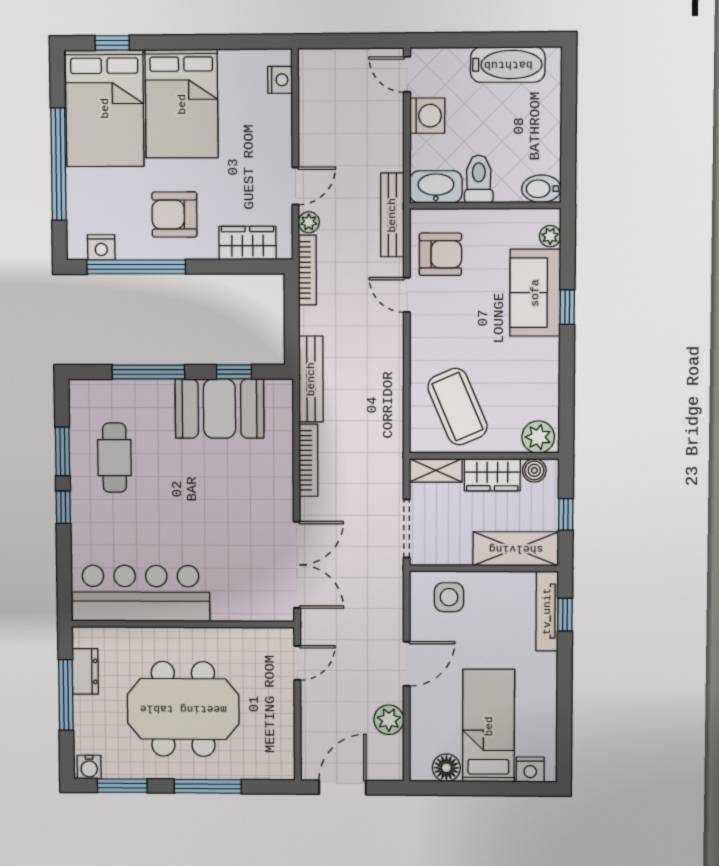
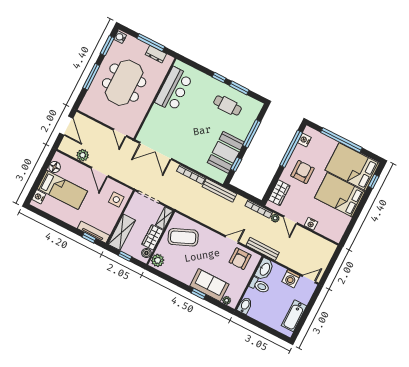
nightstand: (280, 80) -> (311, 224), moved
bar counter: (141, 593) -> (174, 89), width x0.73

